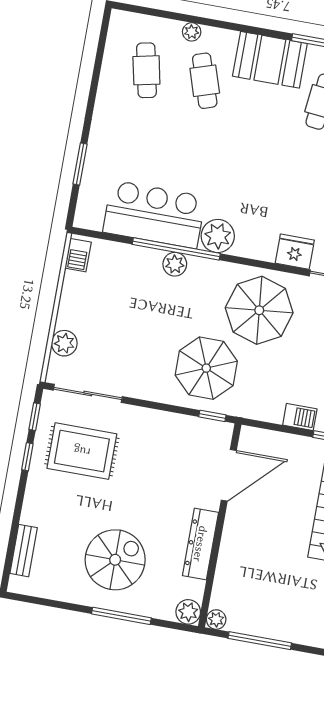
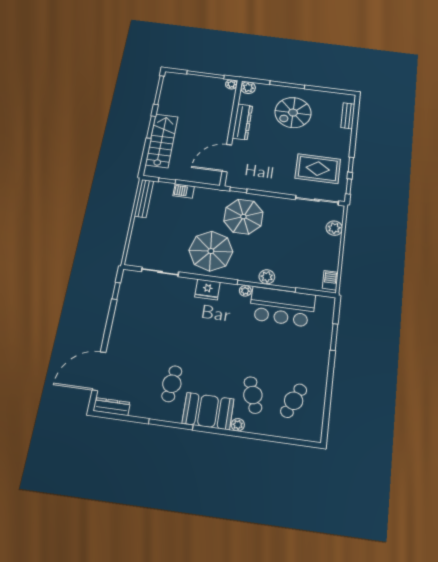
plant: (192, 32) -> (238, 425), moved
cafe table: (146, 70) -> (294, 401), turned 36
plant: (218, 236) -> (245, 291), width x0.53, depth x0.53
fridge: (295, 252) -> (207, 289), moved

